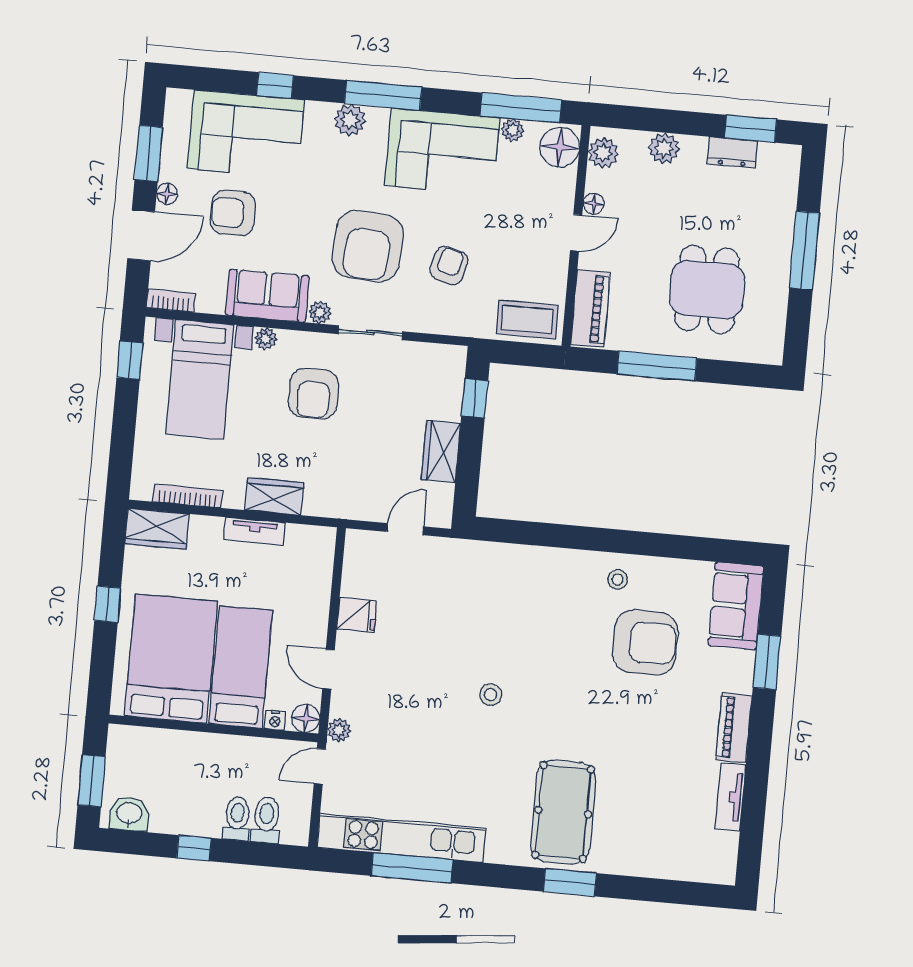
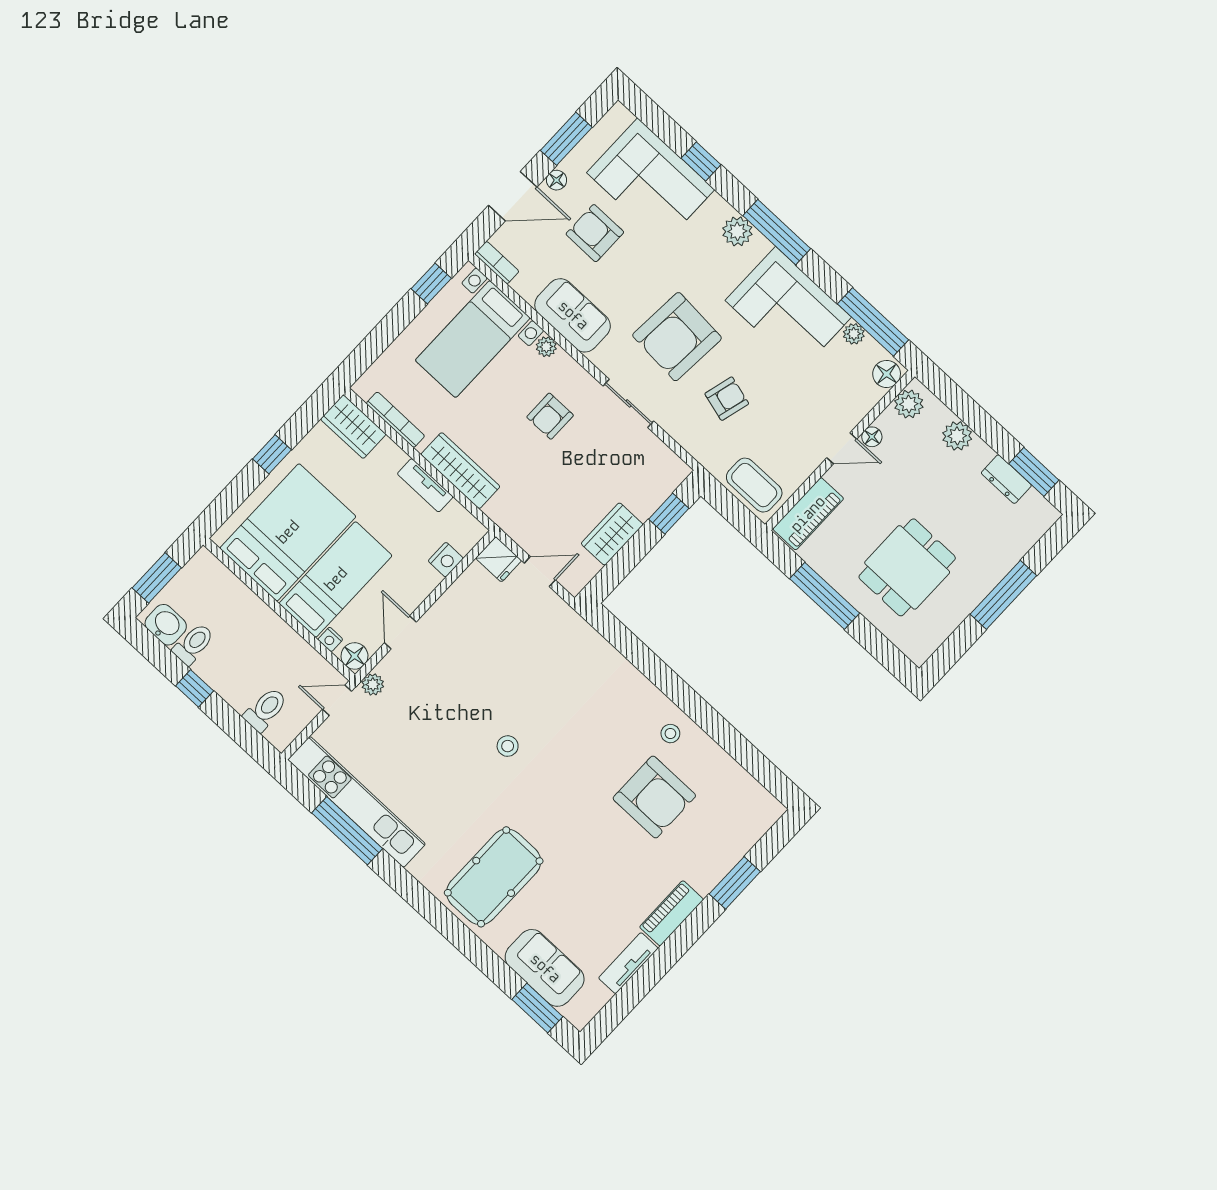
floor lamp: (560, 147) -> (887, 374), width x0.73, depth x0.73
plant: (320, 313) -> (602, 359), removed
armchair: (314, 394) -> (550, 416), width x0.72, depth x0.72
wardrobe: (274, 496) -> (460, 471), width x1.50
nightstand: (319, 580) -> (446, 560), added
sofa: (736, 606) -> (545, 968), moved, turned 90
fridge: (357, 615) -> (499, 559), moved
toilet: (237, 819) -> (193, 644), moved
window: (570, 882) -> (537, 1008), moved

